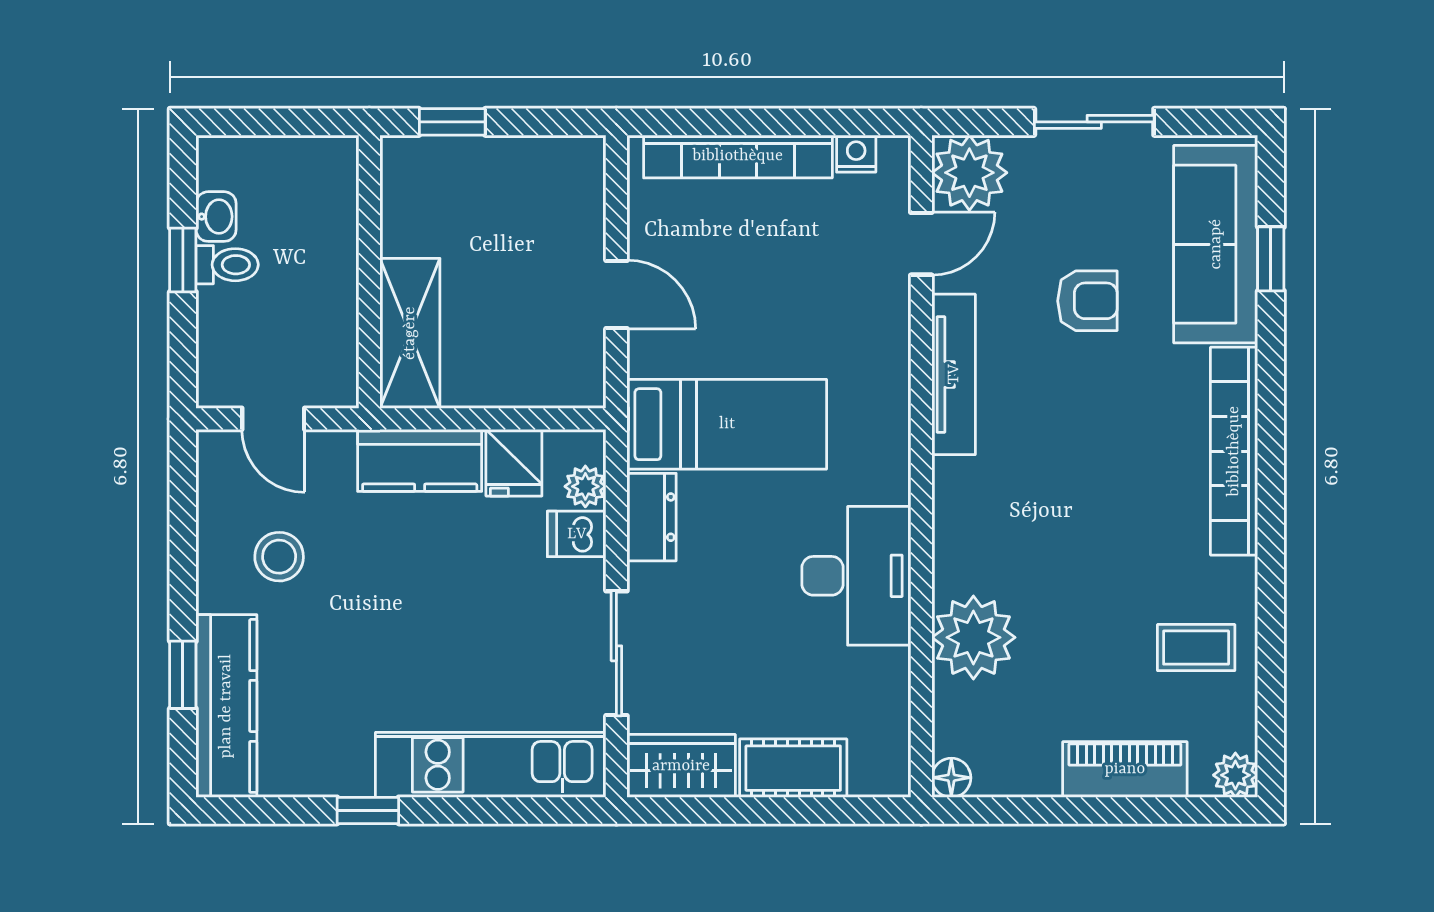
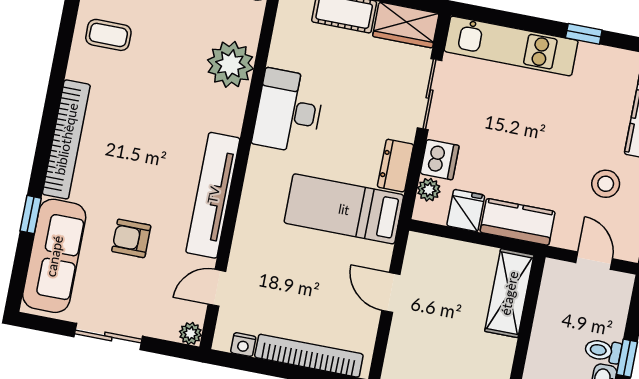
plant: (969, 173) -> (190, 333), width x0.53, depth x0.53
window: (1271, 259) -> (31, 215), moved
tv unit: (954, 374) -> (213, 195), width x1.36, depth x1.29
dishwasher: (577, 534) -> (440, 160), width x1.38

